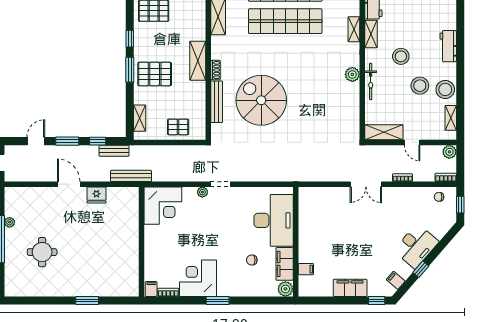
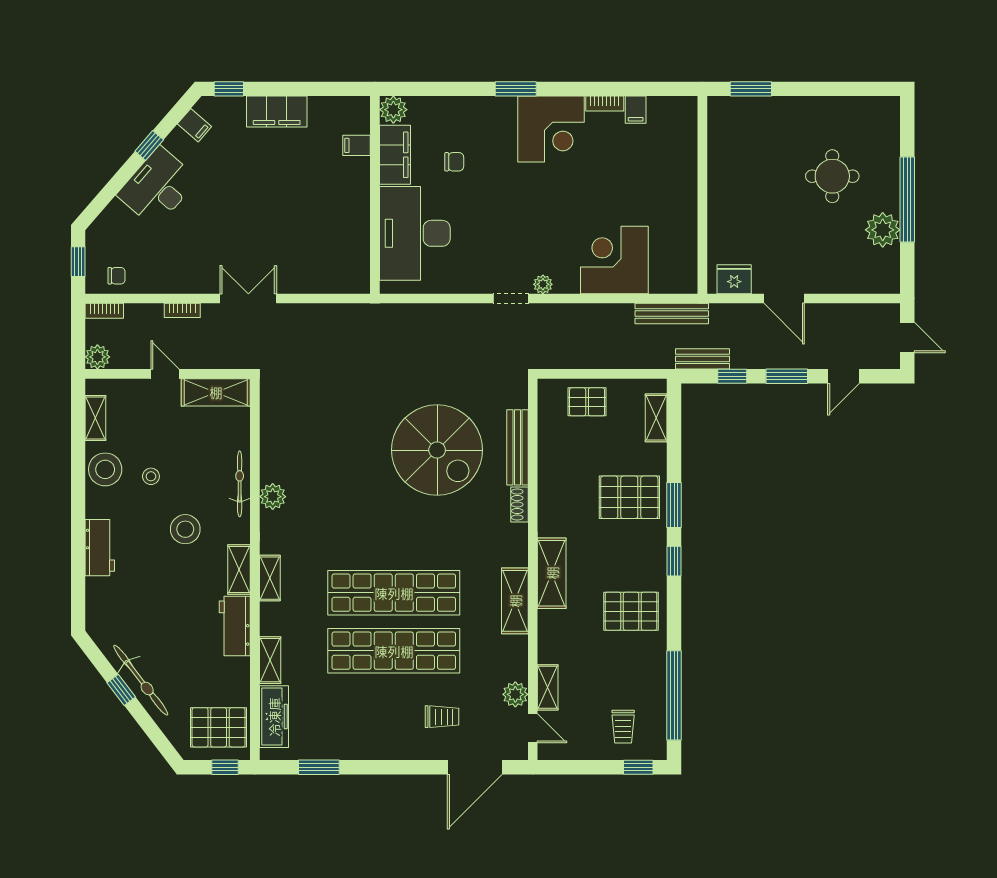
shelving: (198, 61) -> (552, 573), moved
stool: (420, 86) -> (151, 476), width x0.53, depth x0.53
plant: (10, 222) -> (883, 230), width x1.87, depth x1.87
wall: (142, 242) -> (702, 195), moved

